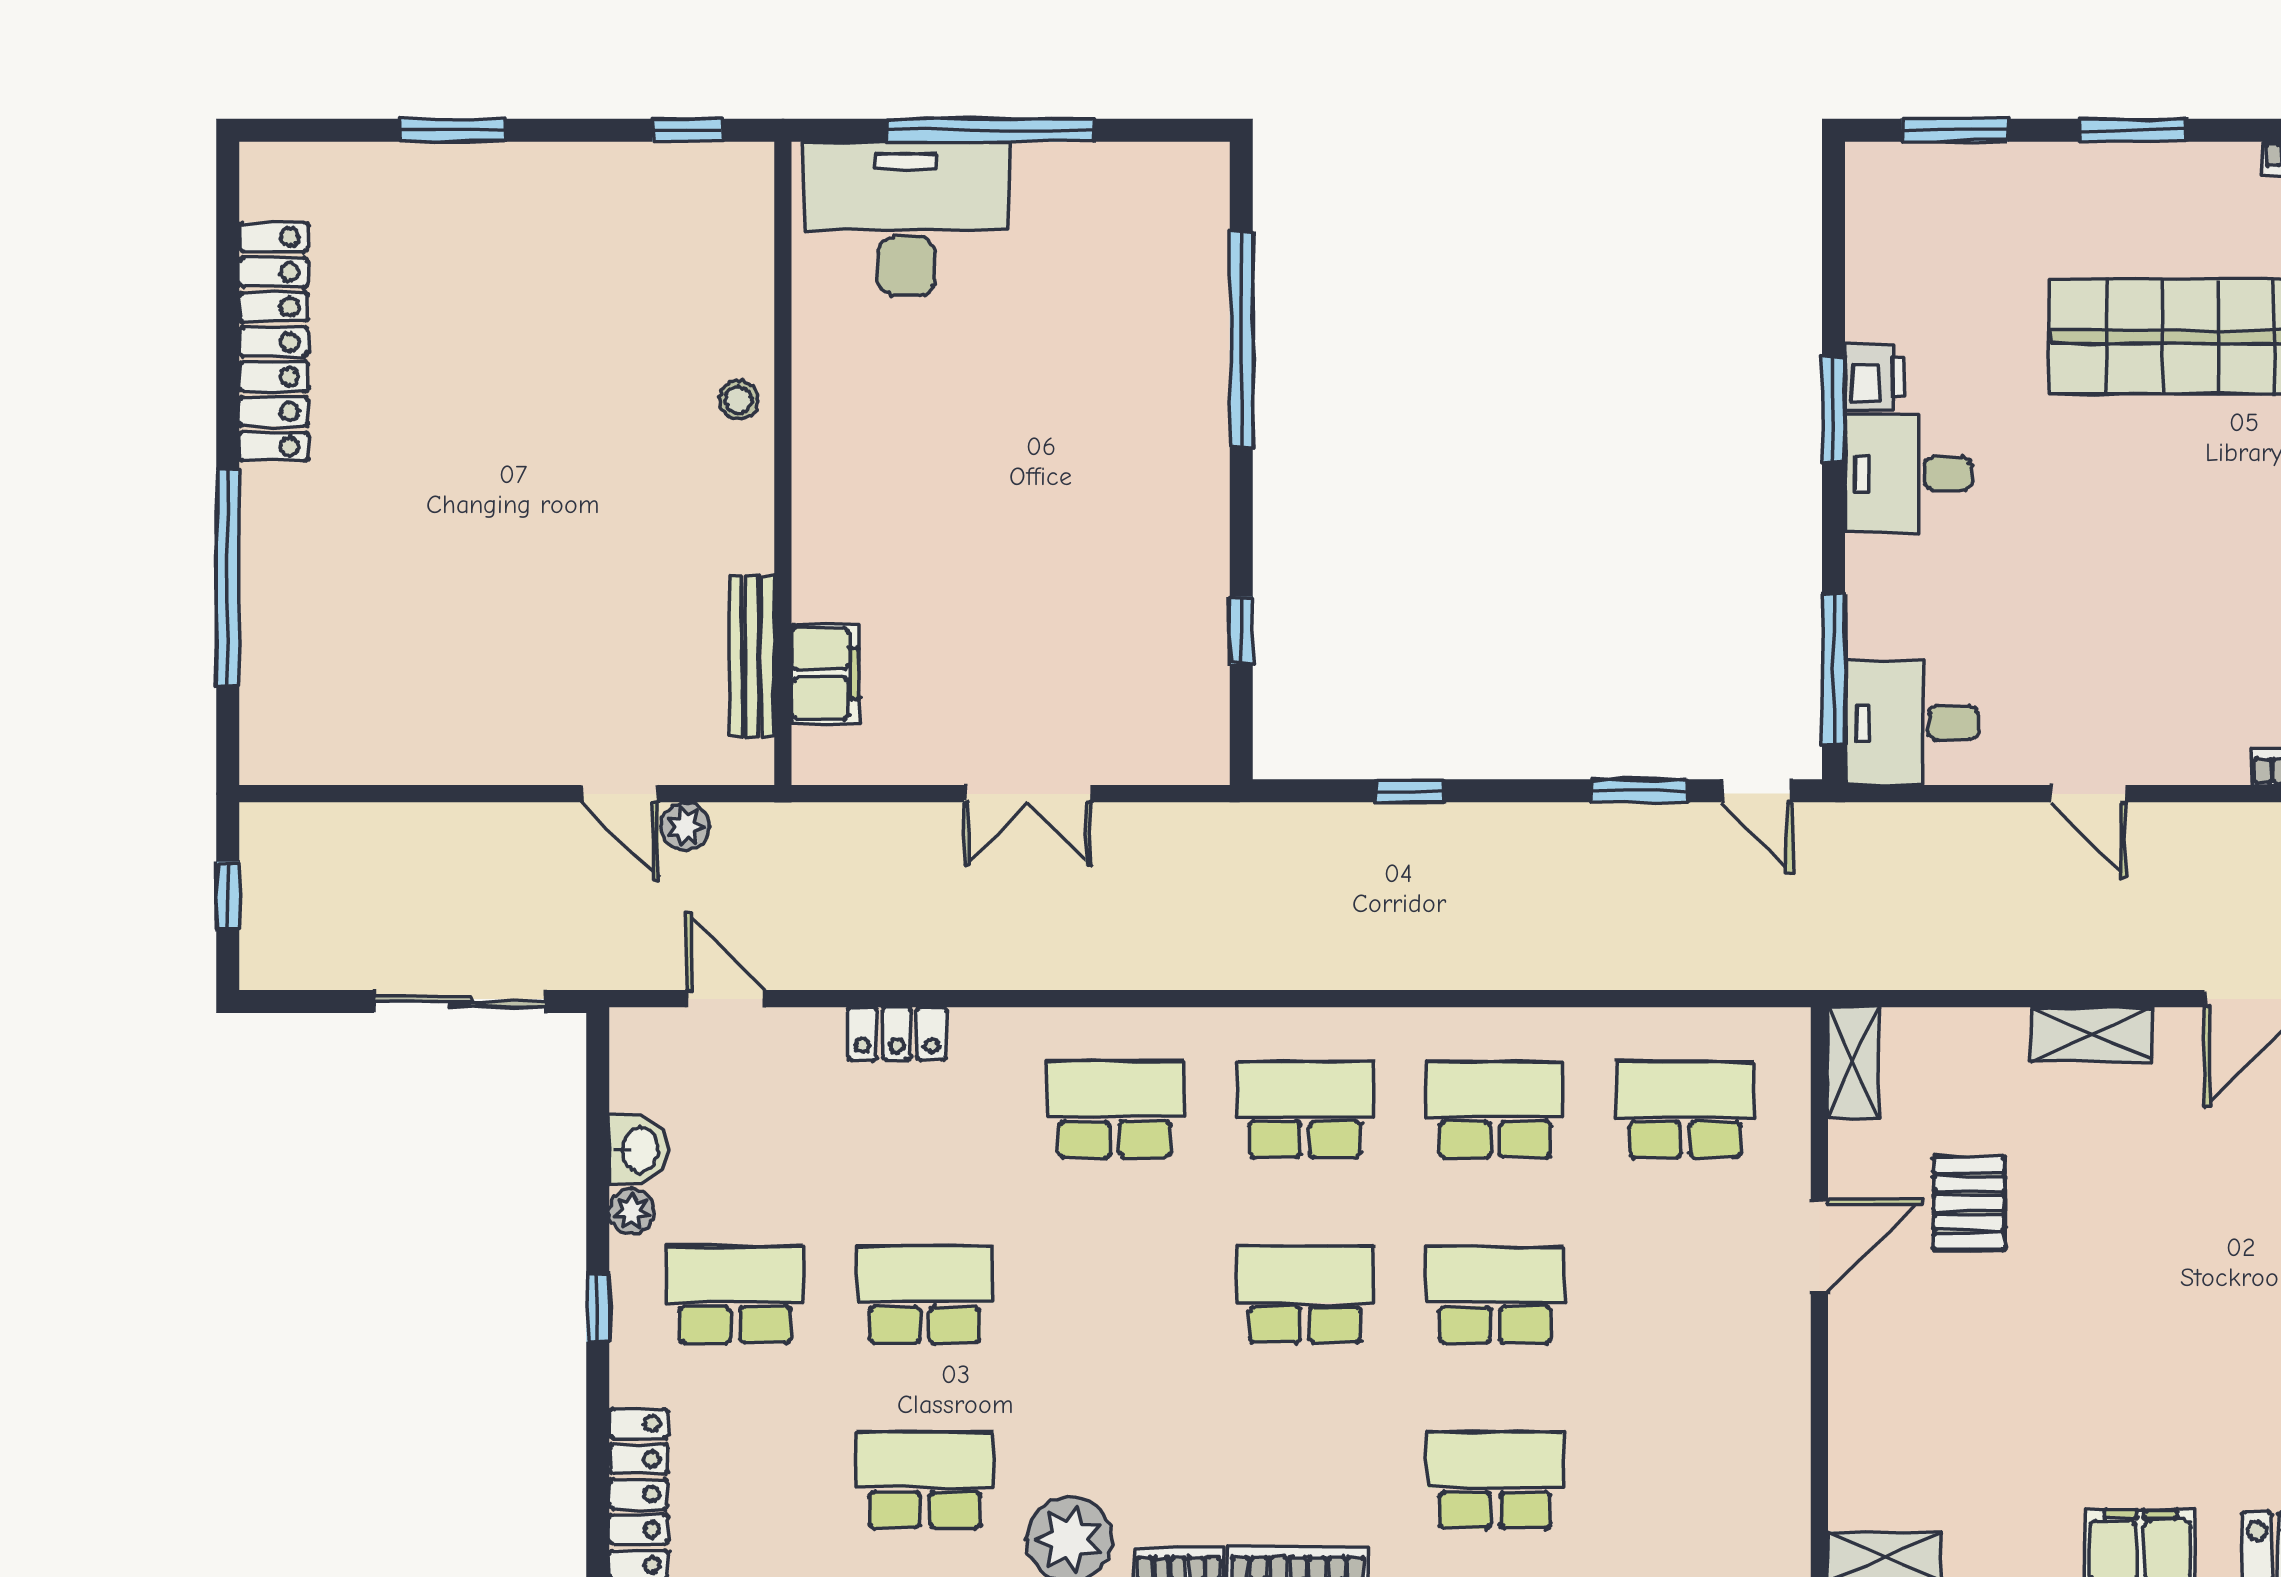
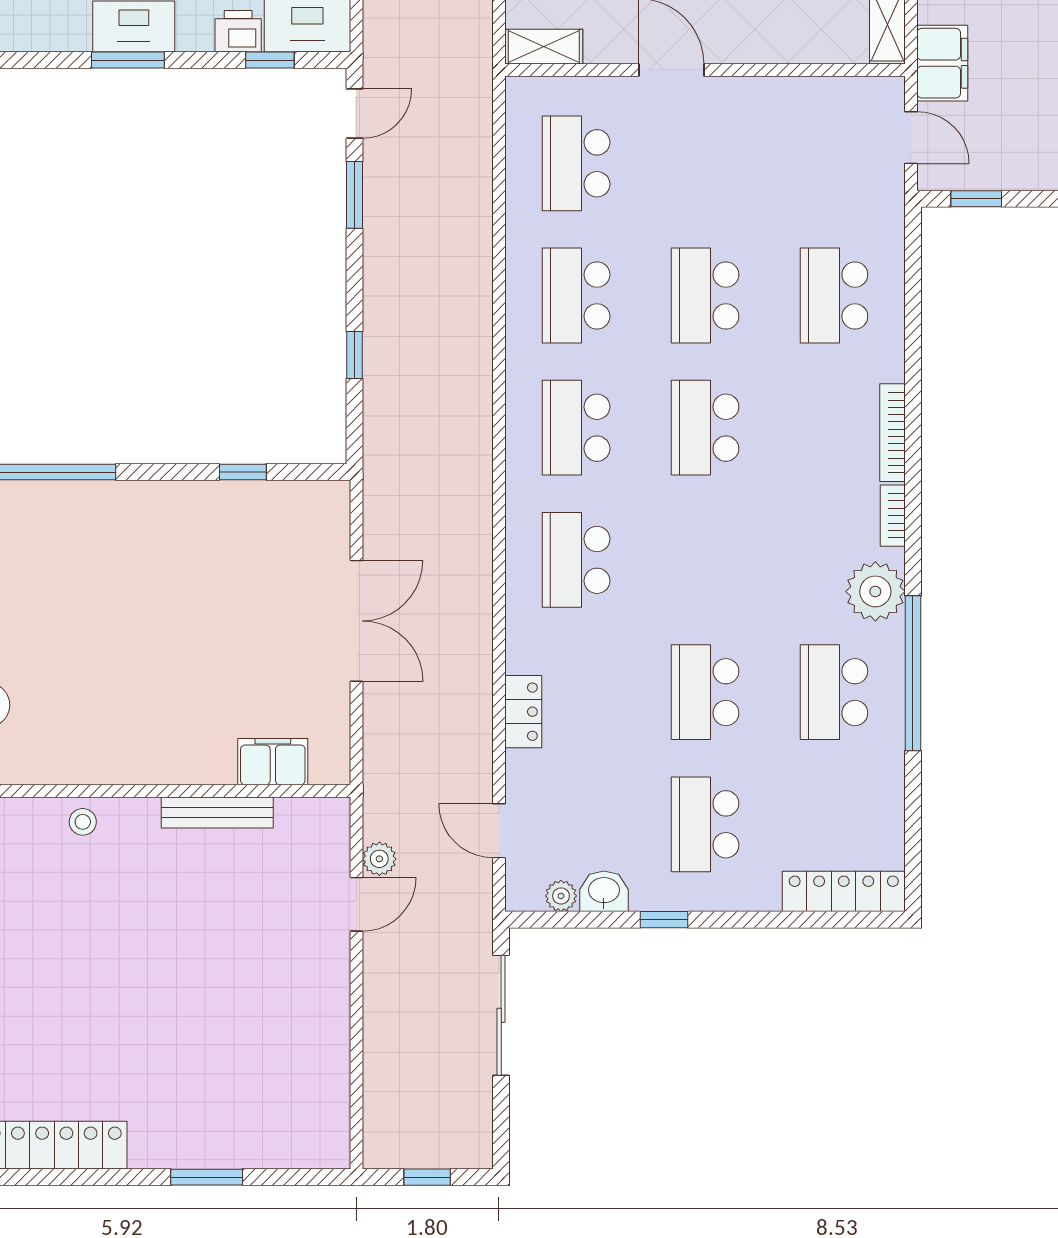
printer: (1875, 377) -> (238, 31), moved
window: (1834, 409) -> (128, 60), moved
window: (228, 578) -> (207, 1177), width x0.47
bench: (752, 656) -> (217, 812), moved
window: (1834, 669) -> (270, 60), width x0.46
double door: (1027, 794) -> (356, 621), width x1.37
door: (726, 999) -> (499, 831), hinge flipped
plant: (632, 1211) -> (561, 896), moved
window: (598, 1307) -> (664, 920), moved

